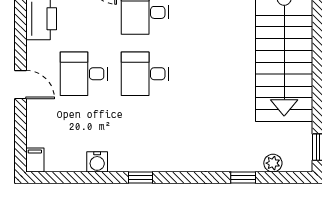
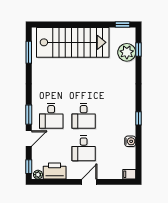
plant: (273, 163) -> (127, 52), width x1.88, depth x1.88
window: (243, 177) -> (138, 49), moved

